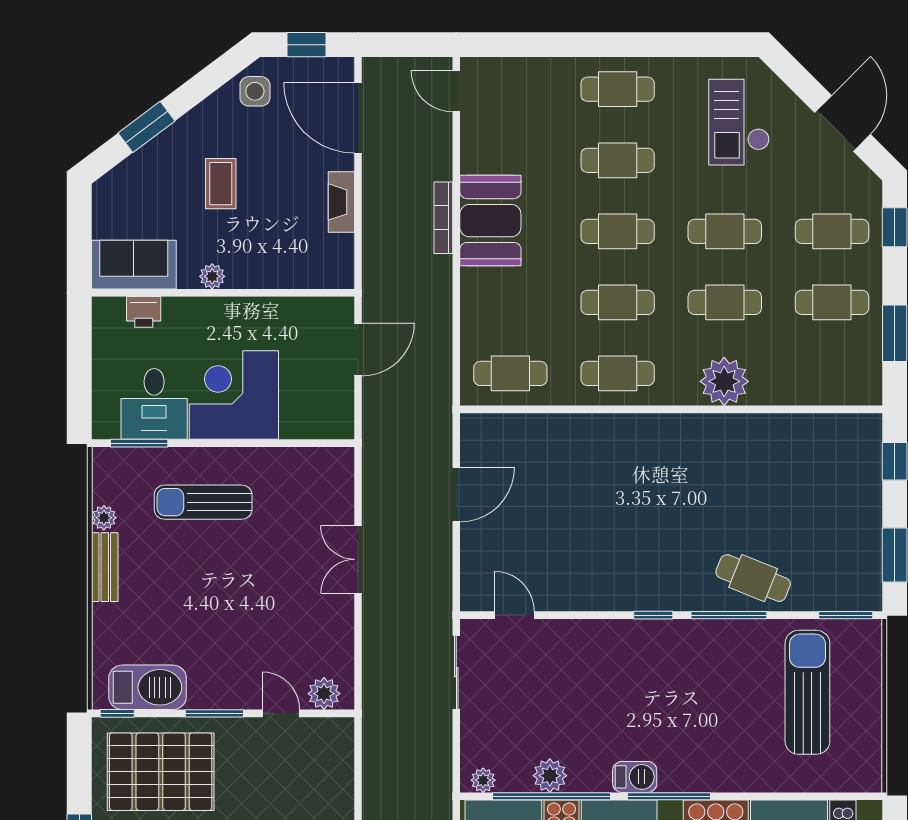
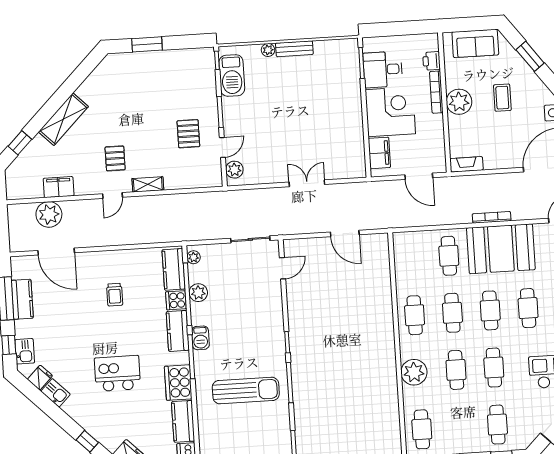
coffee table: (221, 184) -> (502, 98), turned 90
fireplace: (341, 202) -> (466, 164), moved
booth: (490, 221) -> (501, 249), width x1.36, depth x1.42
sofa: (134, 265) -> (475, 43), moved, turned 90
plant: (212, 276) -> (459, 102), width x1.87, depth x1.87
cafe table: (832, 302) -> (422, 429), moved
bookcase: (203, 307) -> (436, 92), added
cafe table: (510, 373) -> (449, 256), moved
filing cabinet: (310, 420) -> (379, 153), added
sun lounger: (203, 502) -> (332, 99), removed
plant: (104, 518) -> (268, 50), moved
cafe table: (753, 578) -> (310, 394), removed
sun lounger: (807, 692) -> (246, 390), moved
pallet: (161, 772) -> (188, 134), moved, width x0.49, depth x0.50

